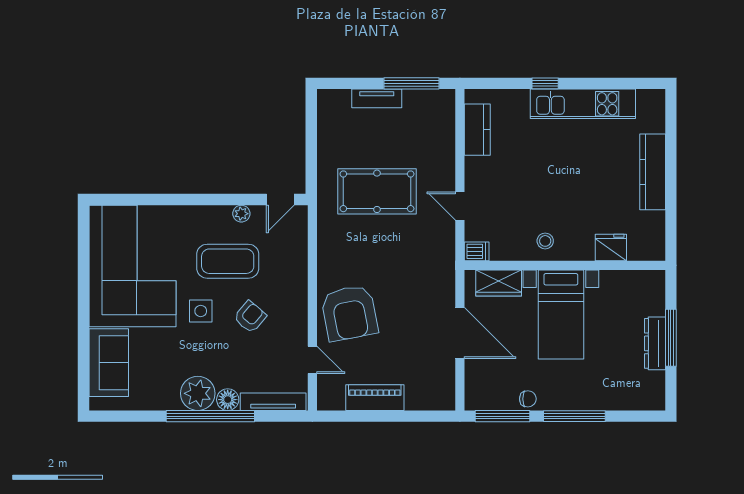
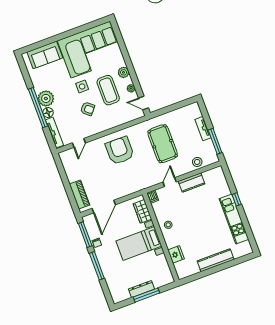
kitchen counter: (477, 130) -> (192, 183), moved
stool: (440, 135) -> (197, 162), added
plant: (203, 217) -> (124, 72), added
armchair: (349, 313) -> (120, 151), moved, turned 101
door: (460, 333) -> (104, 207), moved
piano: (375, 398) -> (80, 194), moved

